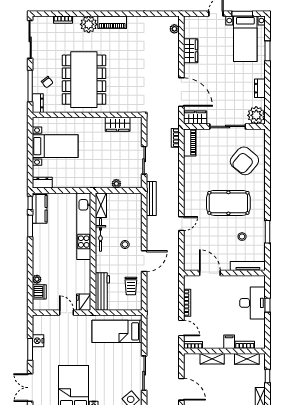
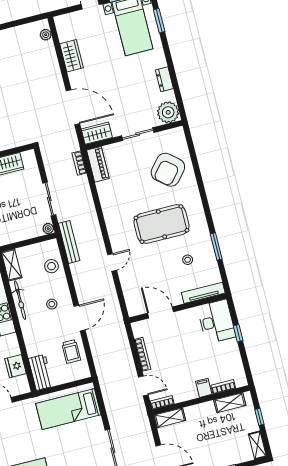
window: (267, 51) -> (159, 21), moved
sliding door: (228, 126) -> (138, 134), width x0.73
plant: (116, 184) -> (48, 229), moved
stool: (132, 214) -> (52, 266), added
workbench: (102, 292) -> (41, 372), width x0.73
fridge: (84, 302) -> (15, 366), moved
desk: (252, 303) -> (216, 322), moved
shelving: (212, 359) -> (170, 418), moved

